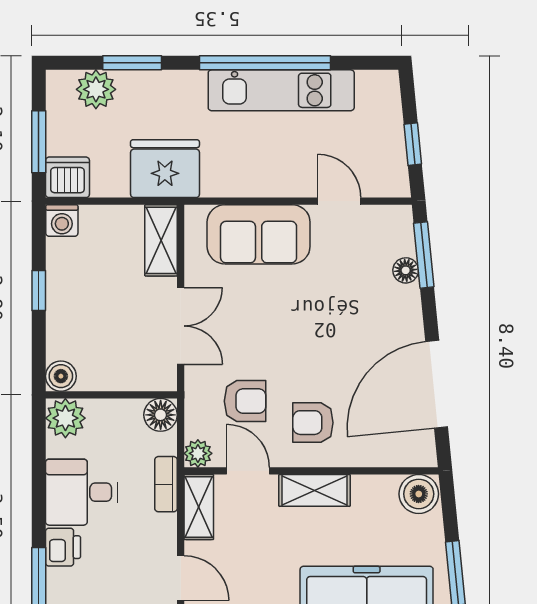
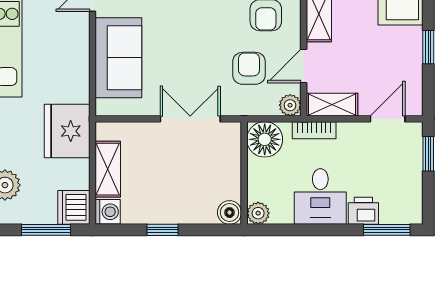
shelving: (161, 240) -> (108, 169), moved, turned 90
floor lamp: (161, 415) -> (265, 139), width x1.38, depth x1.38
plant: (65, 418) -> (258, 213), width x0.73, depth x0.73

